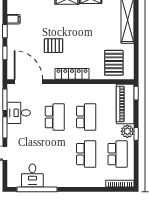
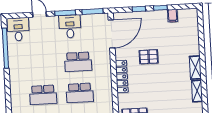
pallet: (54, 46) -> (149, 57), turned 90
desk: (19, 113) -> (70, 26), moved
desk: (32, 176) -> (18, 29), moved, turned 90

